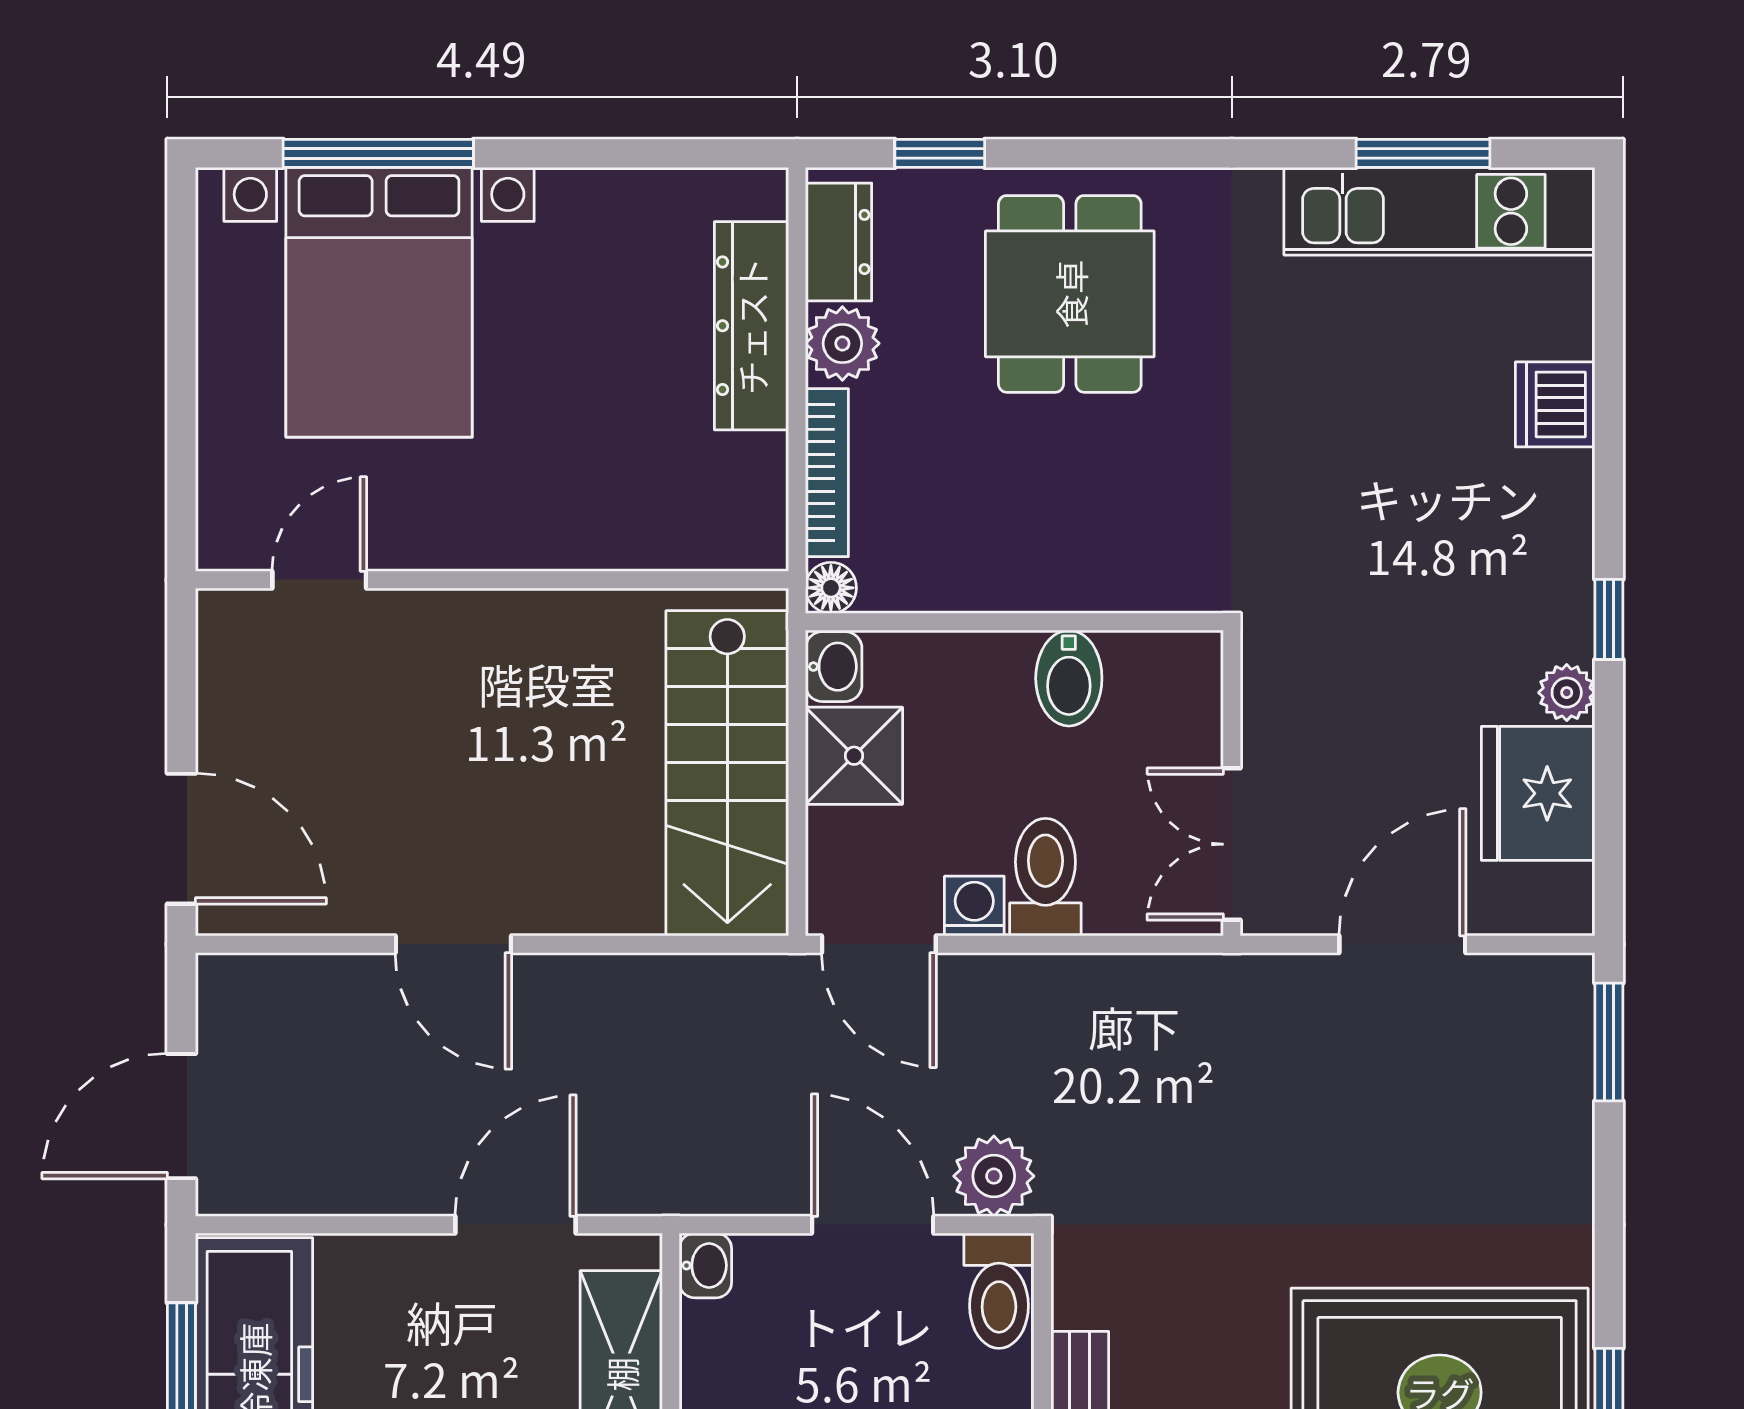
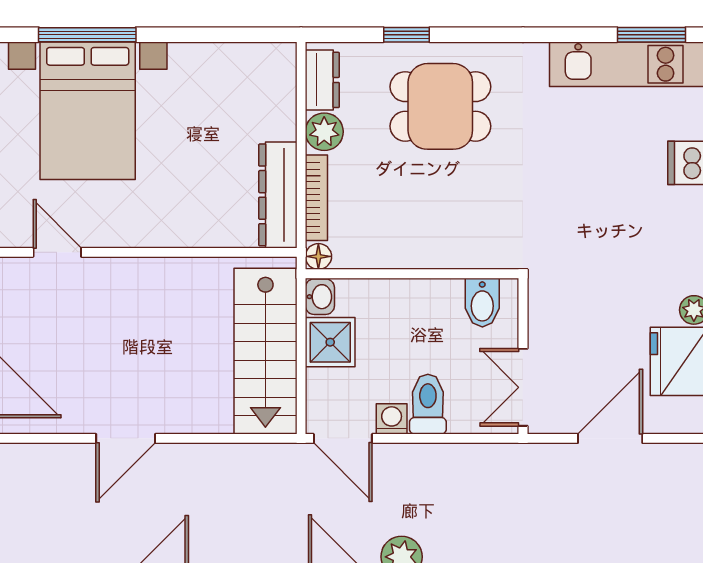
window: (940, 153) -> (406, 35), moved
window: (1423, 153) -> (651, 35), moved
dining table: (1070, 294) -> (440, 106), turned 90
dresser: (751, 326) -> (278, 195), moved
door: (319, 580) -> (57, 252), hinge flipped
bidet: (1069, 678) -> (482, 303), moved
door: (453, 944) -> (126, 438), hinge flipped

